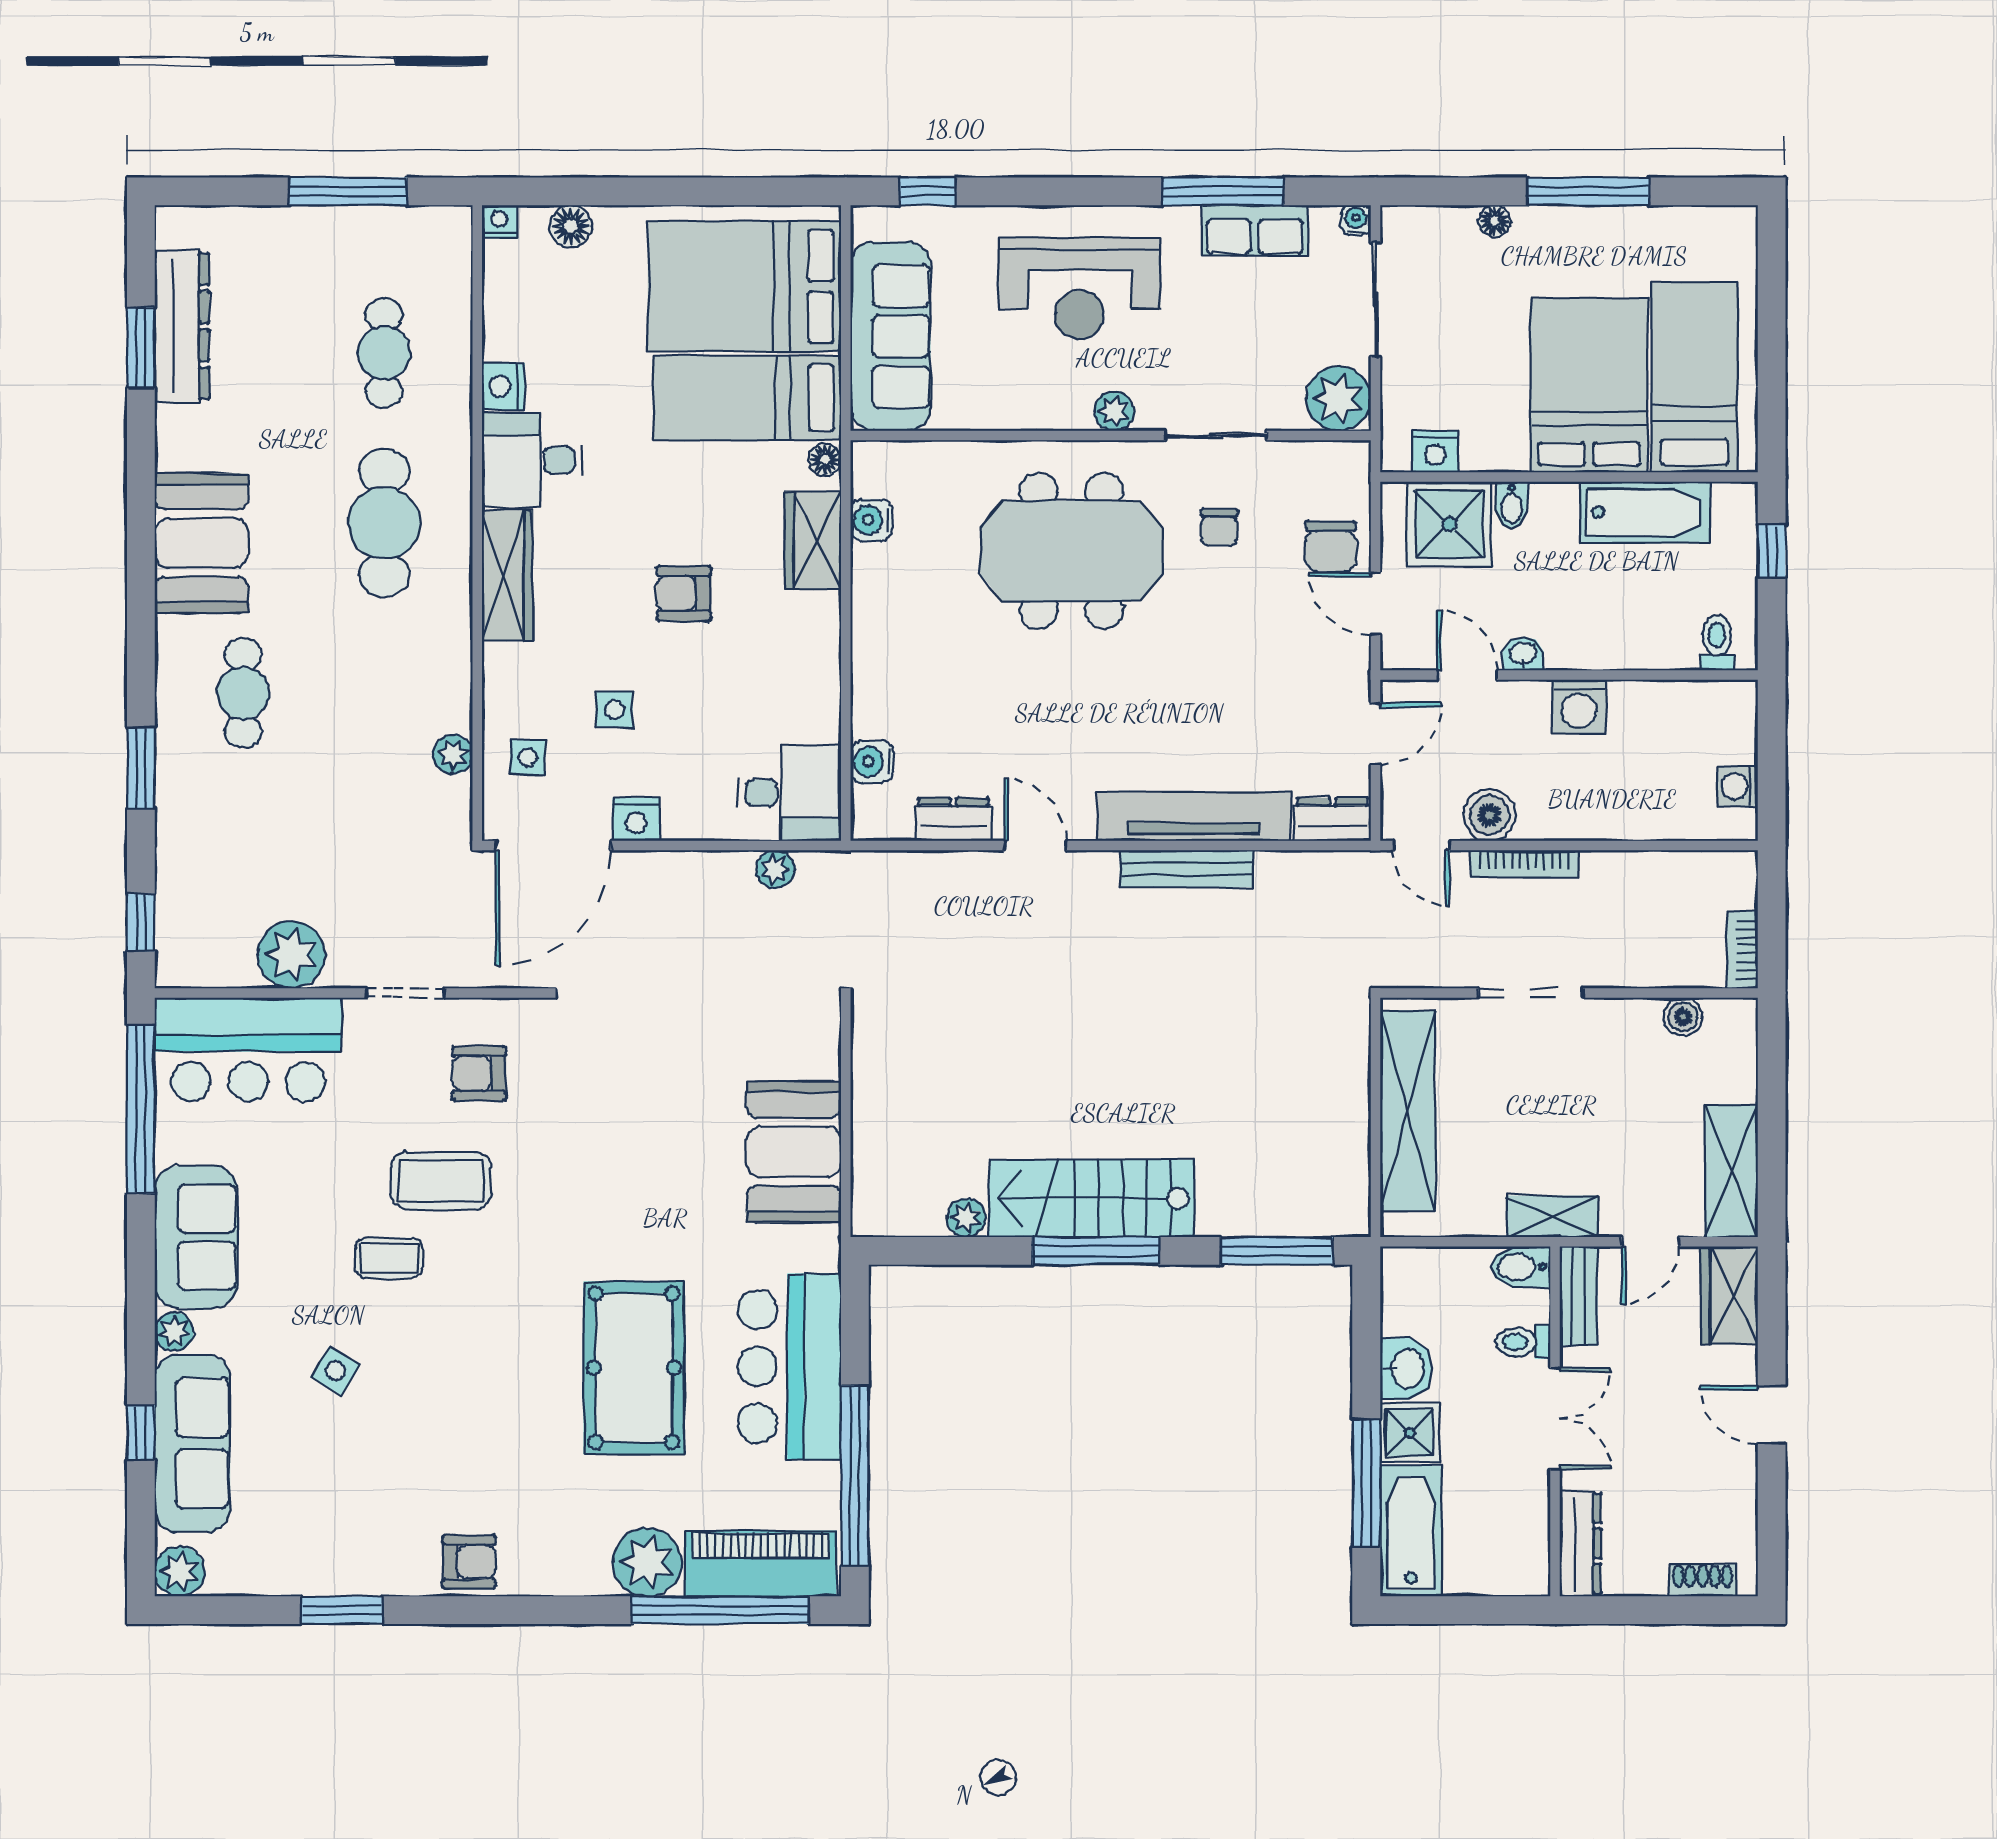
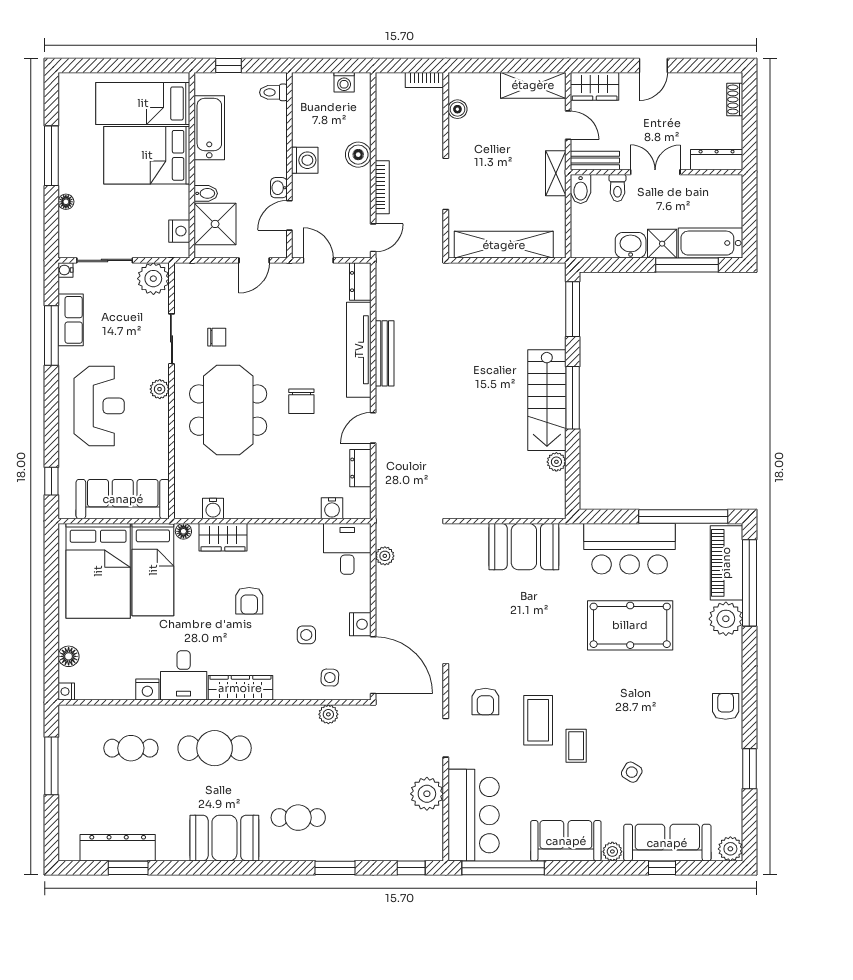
chair: (1331, 546) -> (301, 401), moved, turned 90
boiler: (1490, 815) -> (358, 155), moved

